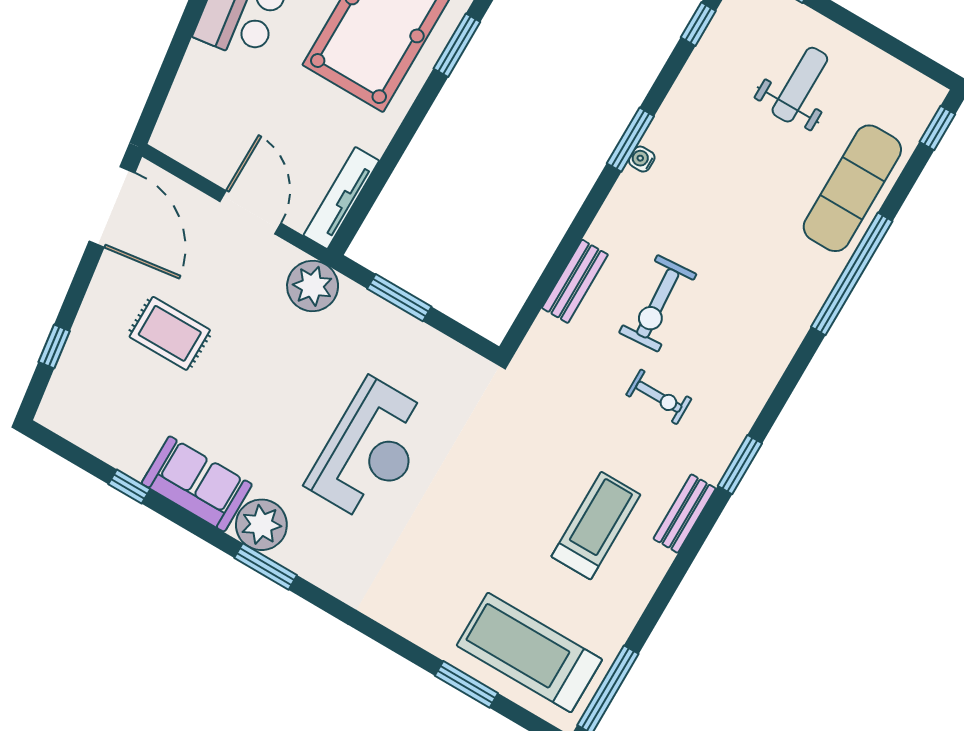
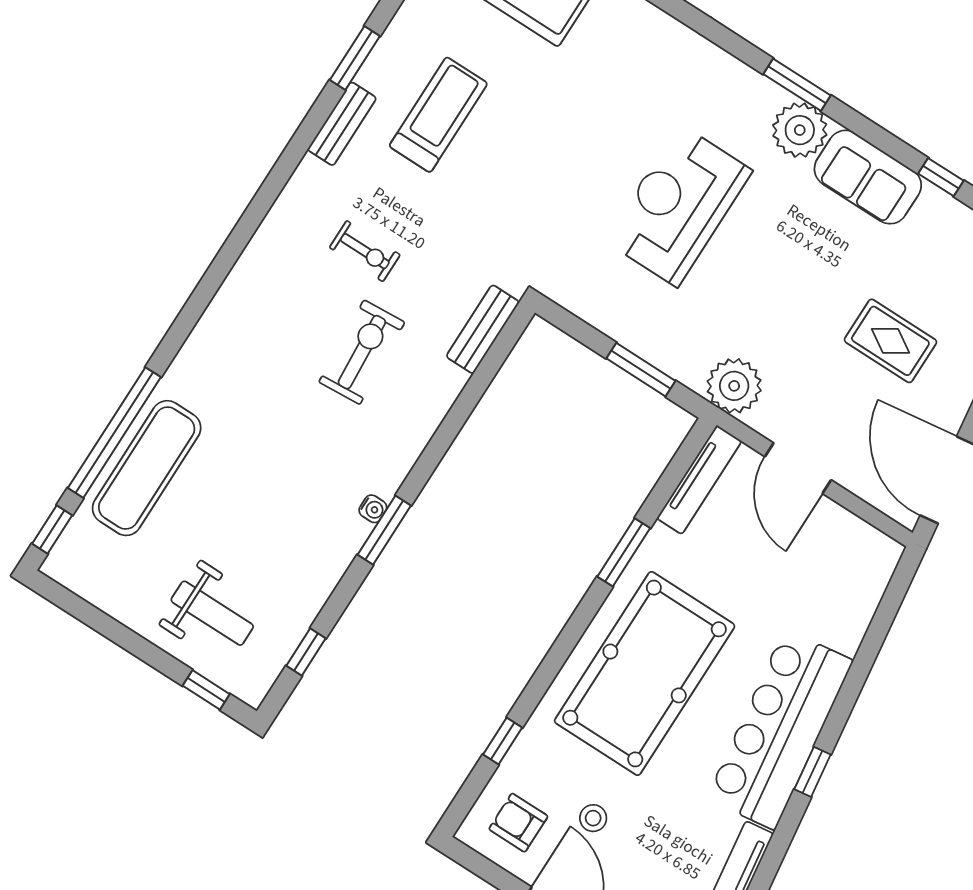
window: (457, 45) -> (624, 552), moved
weight bench: (800, 85) -> (212, 613), moved, turned -90
window: (852, 274) -> (114, 433), moved
bench: (575, 281) -> (483, 329), moved
exercise bike: (659, 397) -> (365, 251), turned 180
window: (740, 465) -> (355, 58), moved
treadmill: (596, 526) -> (438, 115), turned 180

